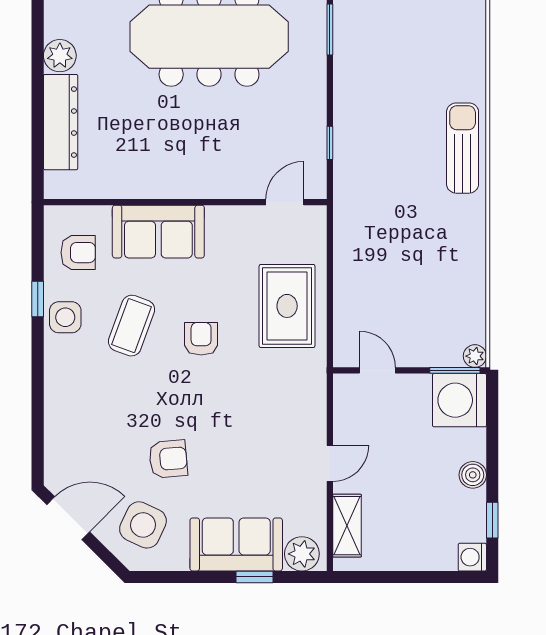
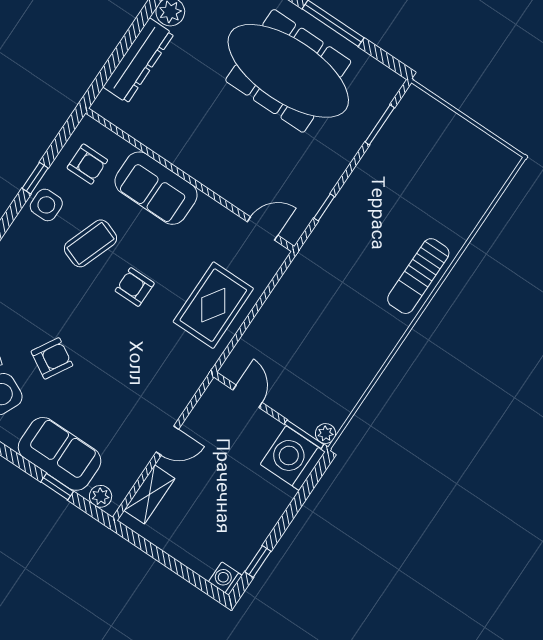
sun lounger: (463, 148) -> (418, 276), turned 180
armchair: (201, 339) -> (135, 287), turned -90
armchair: (168, 459) -> (52, 358), turned -55
boiler: (473, 475) -> (266, 519), removed
plant: (302, 554) -> (101, 496), width x0.73, depth x0.73

